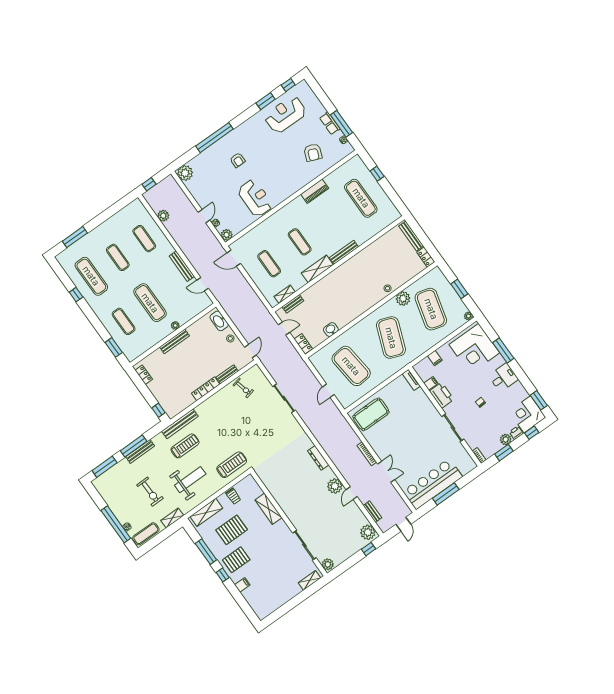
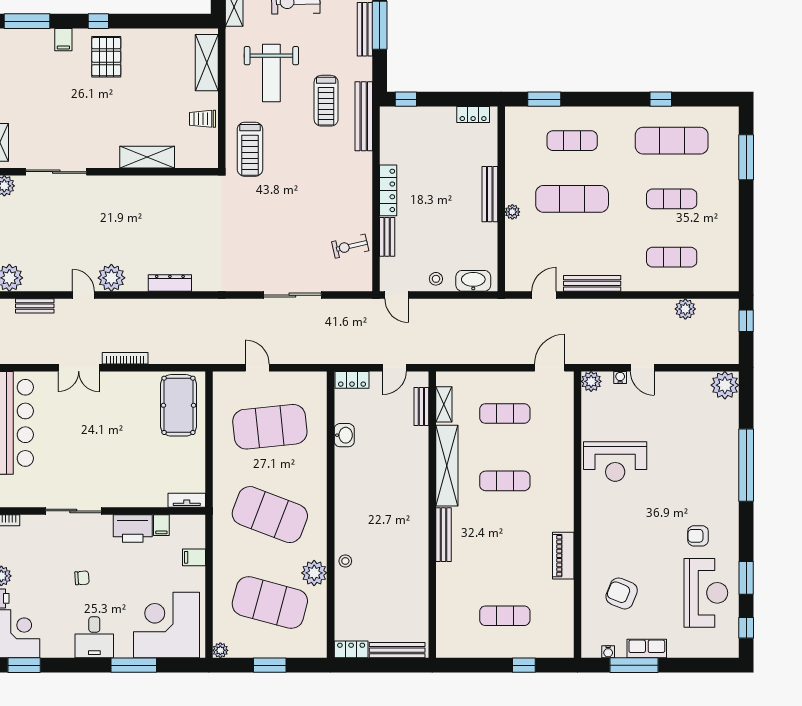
armchair: (238, 160) -> (698, 536), moved
exercise mat: (361, 198) -> (505, 616), width x0.73, depth x0.69
shelving: (317, 269) -> (447, 466), width x1.47
pallet: (232, 530) -> (155, 81), removed
window: (206, 552) -> (27, 21), moved

